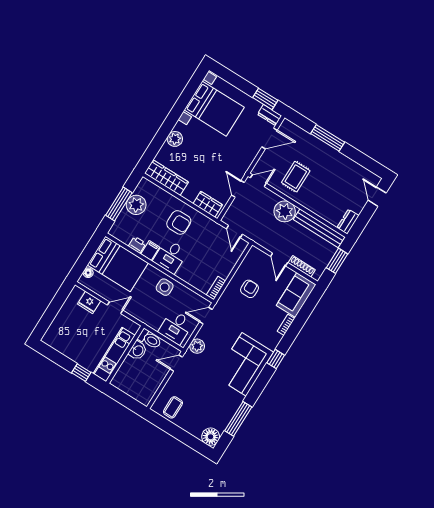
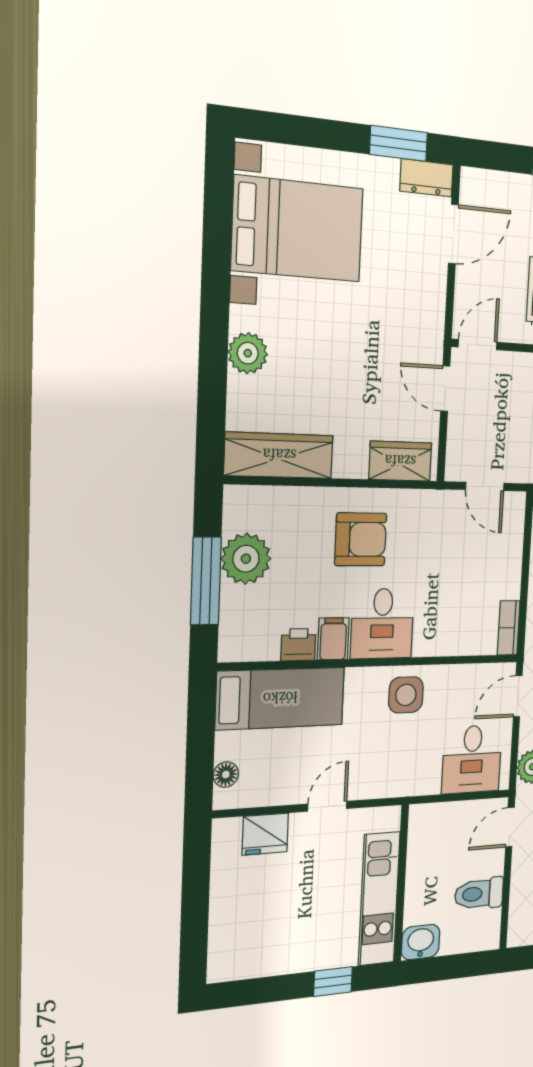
bed: (118, 264) -> (280, 698), width x0.67
toilet: (150, 339) -> (479, 894), moved, turned 180
washbasin: (138, 351) -> (421, 942), moved, turned -90

